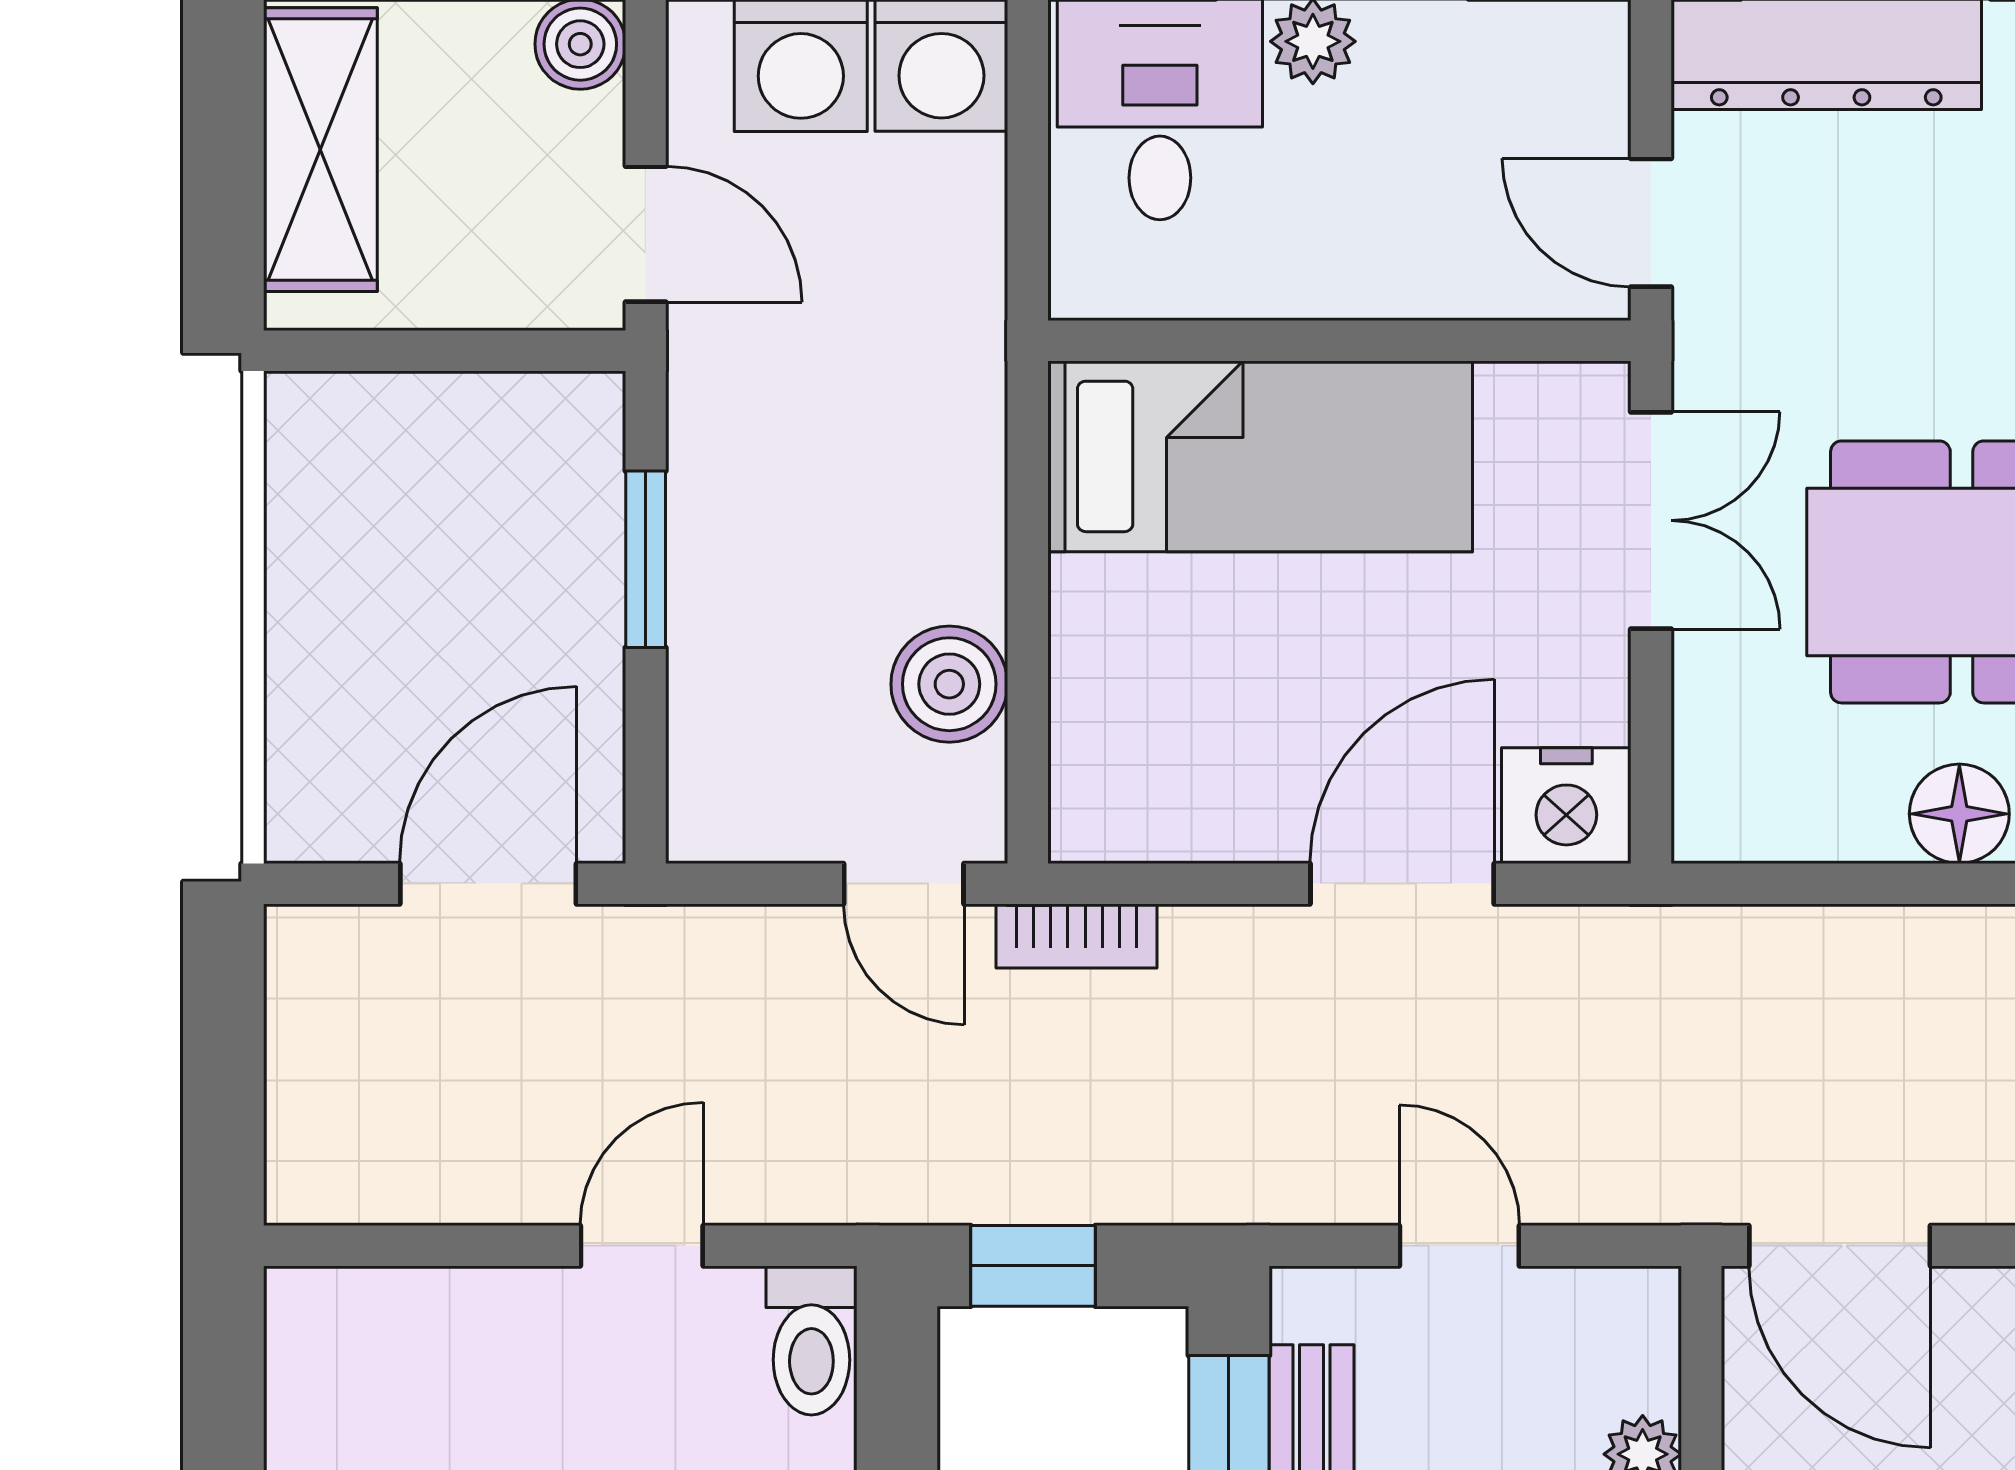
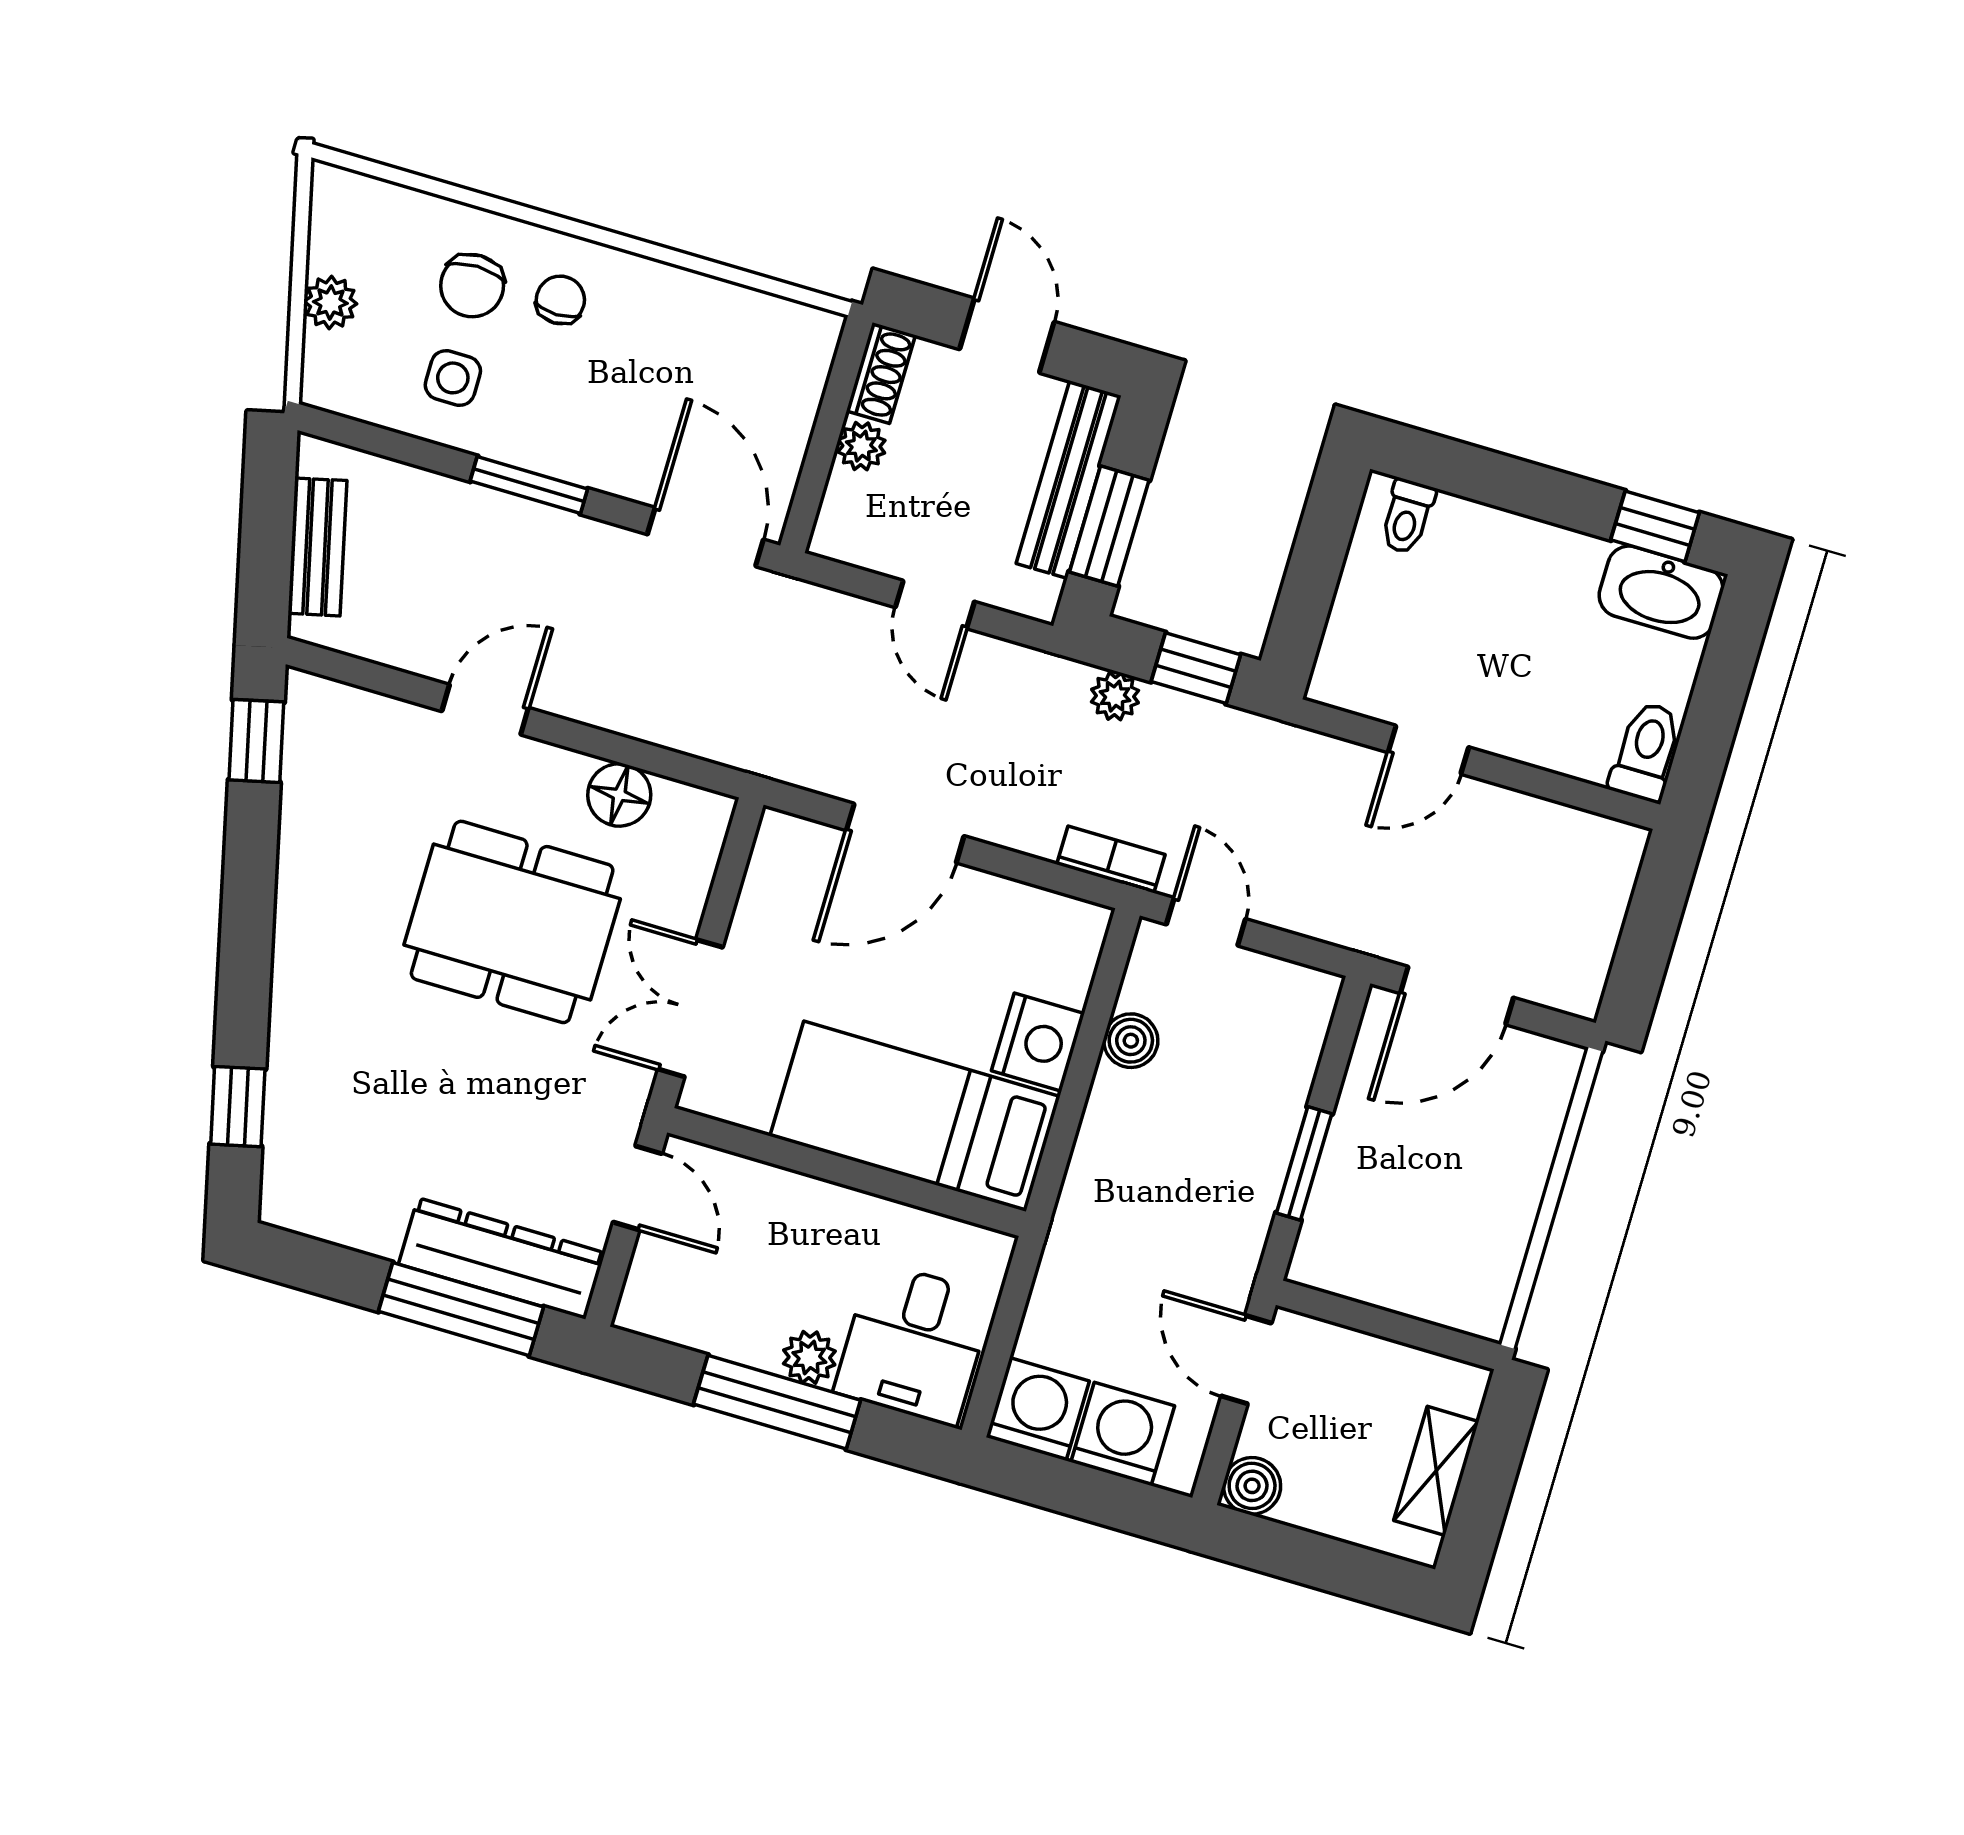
shelving: (320, 150) -> (1436, 1471), width x0.67, depth x0.75
boiler: (949, 684) -> (1131, 1041), width x0.73, depth x0.73
nightstand: (1566, 806) -> (1038, 1042), moved, turned 90
floor lamp: (1959, 814) -> (619, 795), moved
plant: (1144, 1187) -> (1115, 696), added
toilet: (811, 1340) -> (1646, 752), moved

